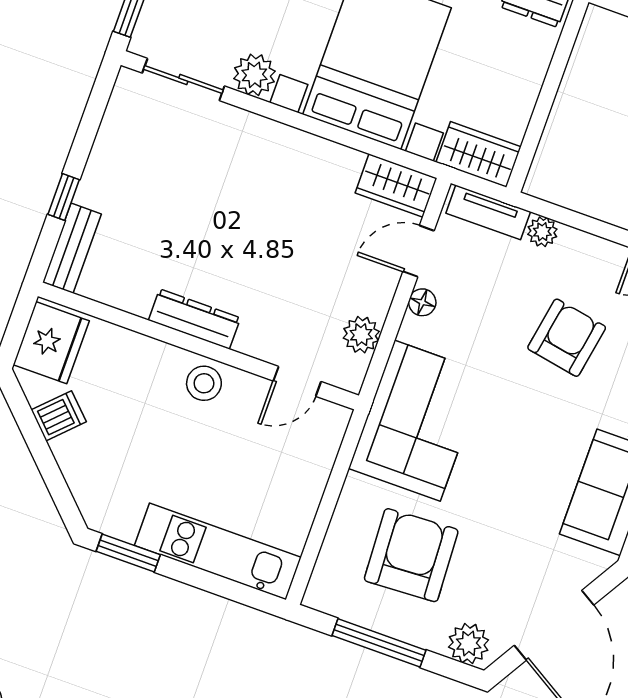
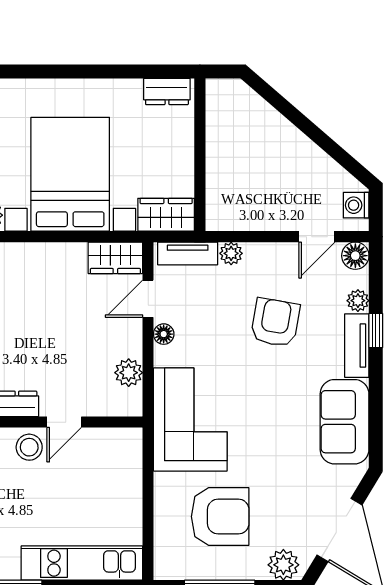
door: (297, 381) -> (64, 422), moved
armchair: (411, 555) -> (220, 517), turned 93

